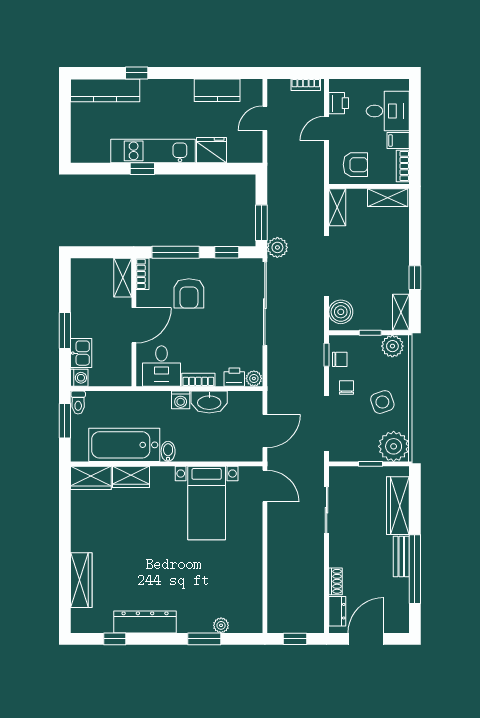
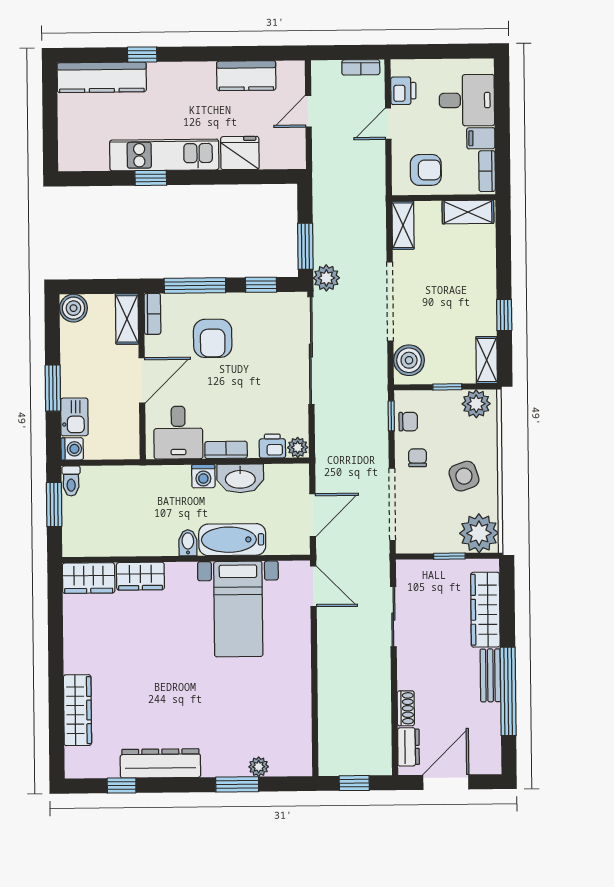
boiler: (81, 269) -> (73, 308), added
bathtub: (124, 445) -> (232, 540), moved, width x0.73, depth x0.73

